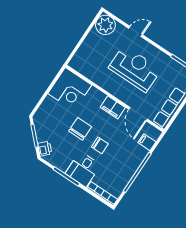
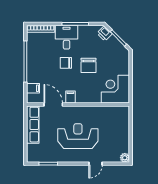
plant: (105, 25) -> (125, 158), width x0.53, depth x0.53
reception desk: (135, 69) -> (78, 136), turned 180
filing cabinet: (113, 107) -> (70, 97), width x0.50

